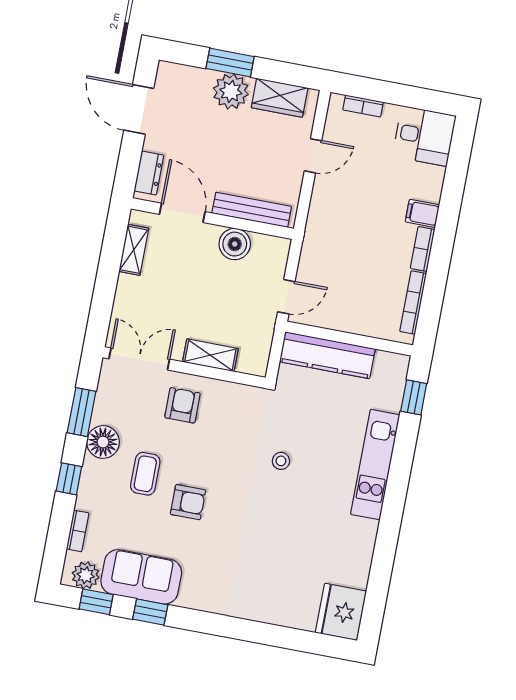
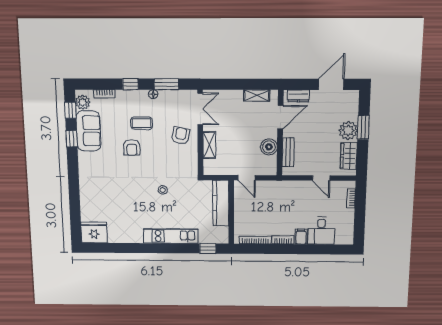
desk: (424, 136) -> (321, 231), moved
bench: (252, 210) -> (288, 152), width x0.73
armchair: (182, 405) -> (181, 136), turned -79
floor lamp: (103, 442) -> (153, 94), width x0.53, depth x0.53

